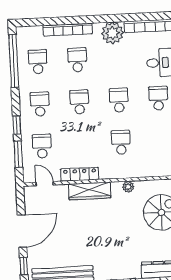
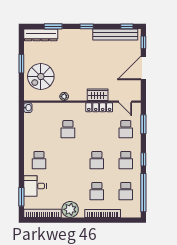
school desk: (119, 100) -> (68, 160), removed
window: (17, 125) -> (143, 159), moved
wardrobe: (90, 191) -> (98, 95), width x0.67

